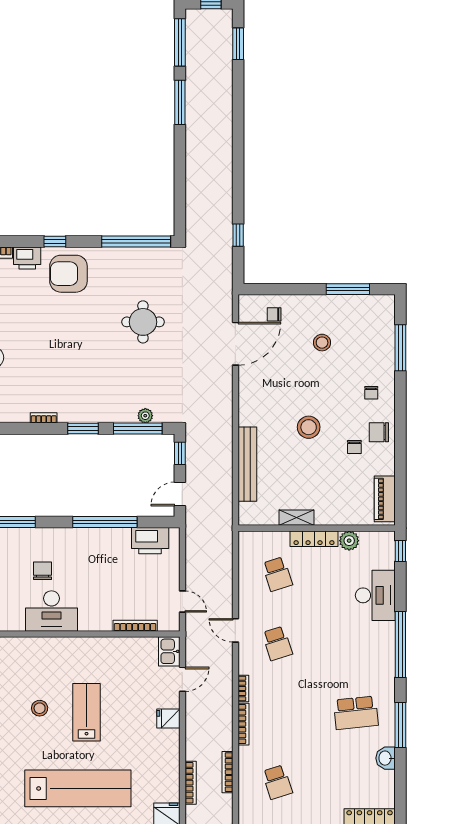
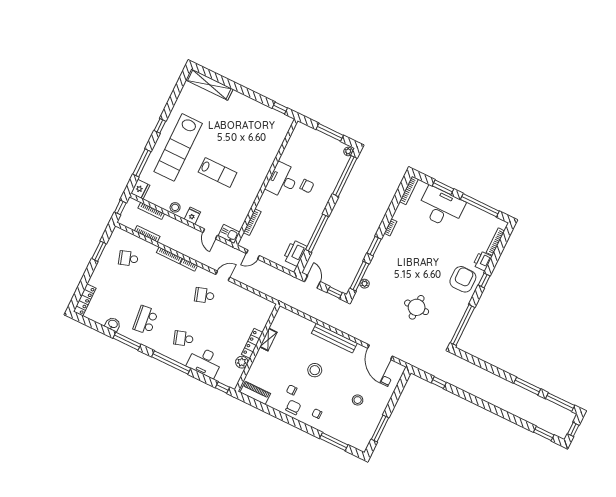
bench: (247, 464) -> (334, 338), moved
school desk: (277, 574) -> (184, 338), moved
stool: (40, 708) -> (175, 207), moved

